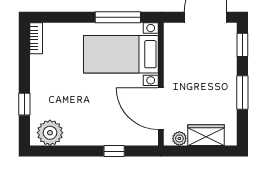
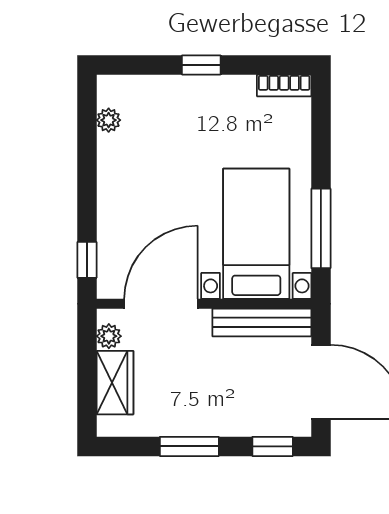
bench: (172, 51) -> (262, 322), added
window: (24, 104) -> (201, 65), moved
plant: (50, 133) -> (109, 120), width x0.53, depth x0.53
window: (114, 151) -> (87, 260), moved

